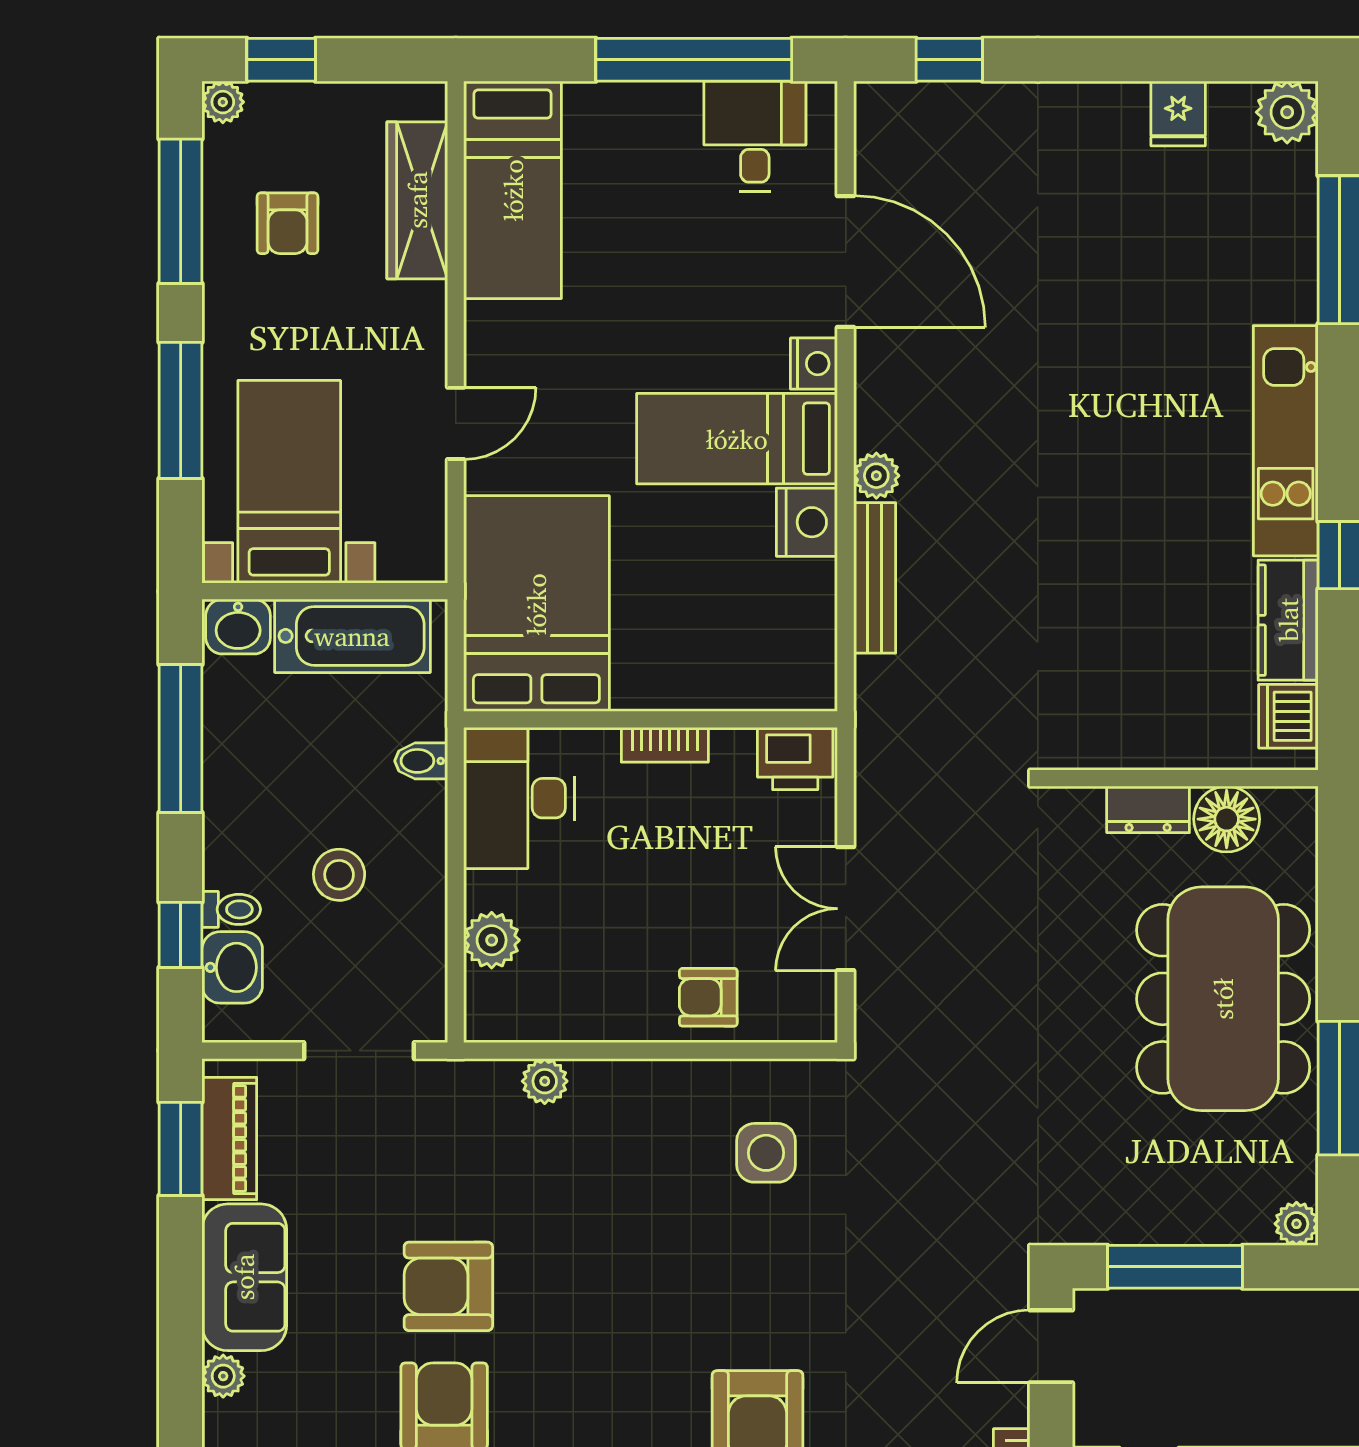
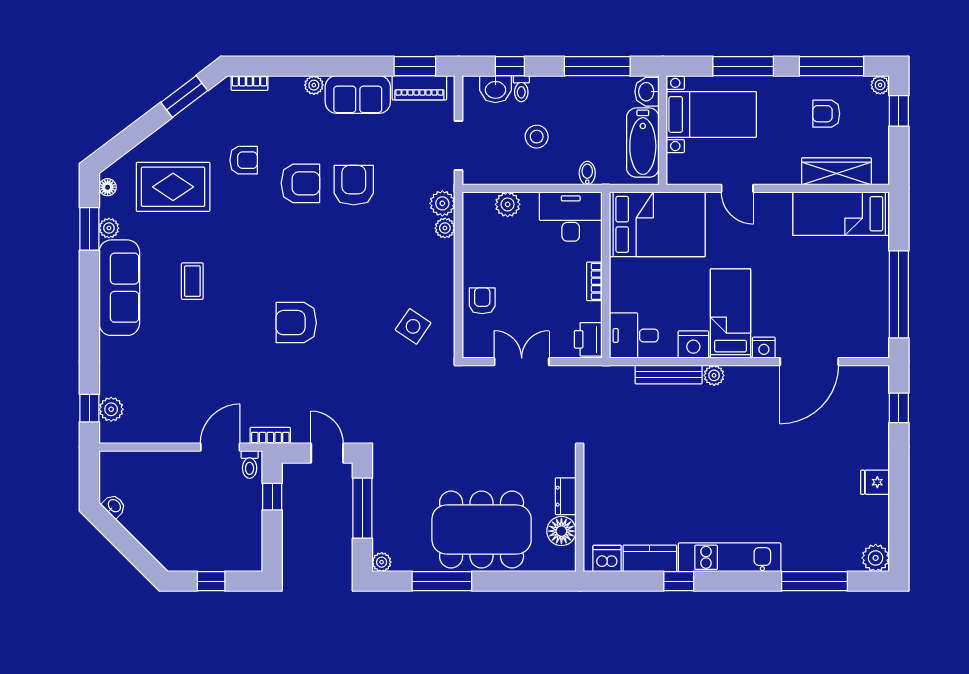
fridge: (1178, 114) -> (875, 482), moved
desk: (755, 136) -> (634, 335), moved, turned 180
plant: (489, 1087) -> (442, 203), added
side table: (766, 1153) -> (413, 326), turned 34

